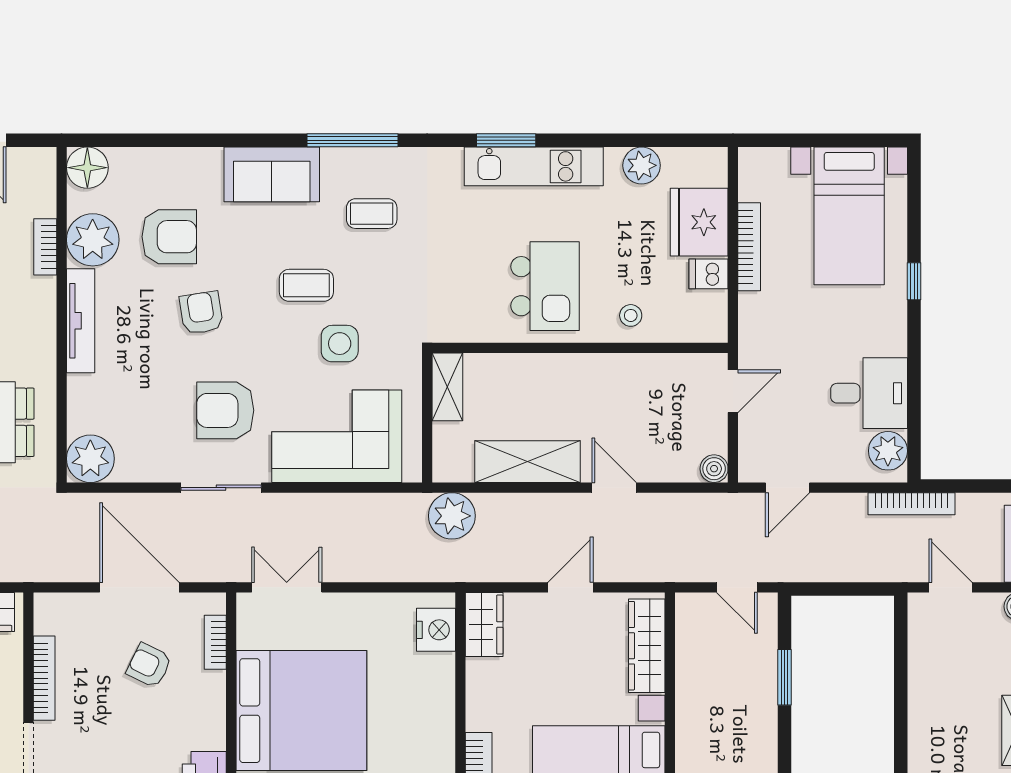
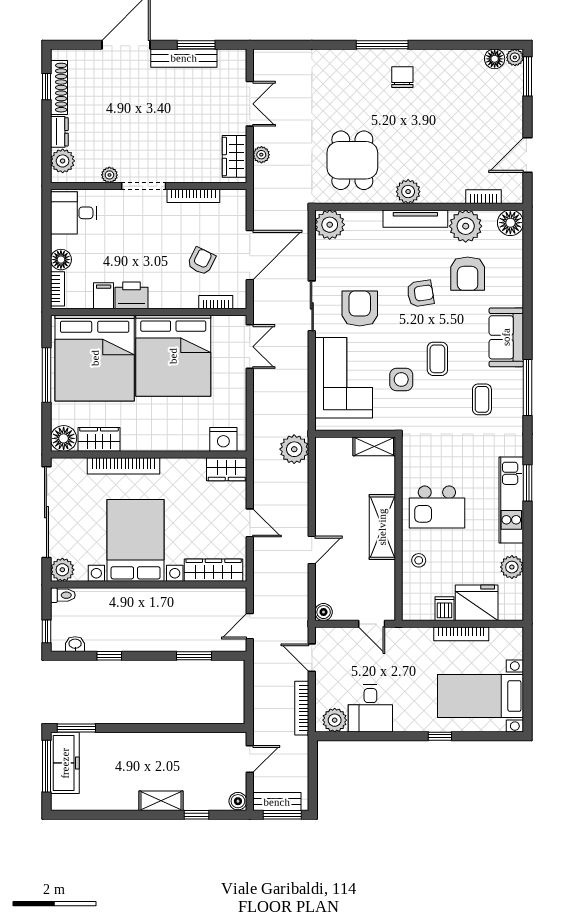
bookcase: (45, 247) -> (483, 197), moved
plant: (37, 333) -> (408, 192), added
shelving: (527, 462) -> (382, 527), moved
bookcase: (912, 504) -> (302, 708), moved

